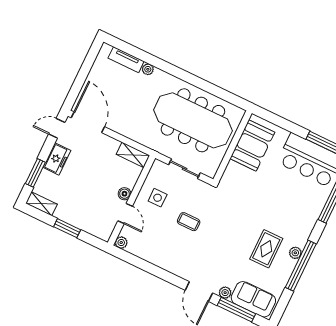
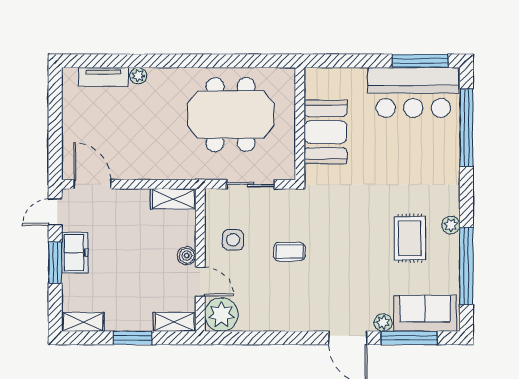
meeting table: (193, 120) -> (231, 115), width x0.73
door: (88, 122) -> (93, 184), width x0.73
booth: (252, 145) -> (325, 132), moved
window: (35, 173) -> (55, 263), moved
shelving: (98, 231) -> (175, 322), added
plant: (121, 243) -> (221, 315), width x1.87, depth x1.87
window: (301, 266) -> (466, 266), moved

